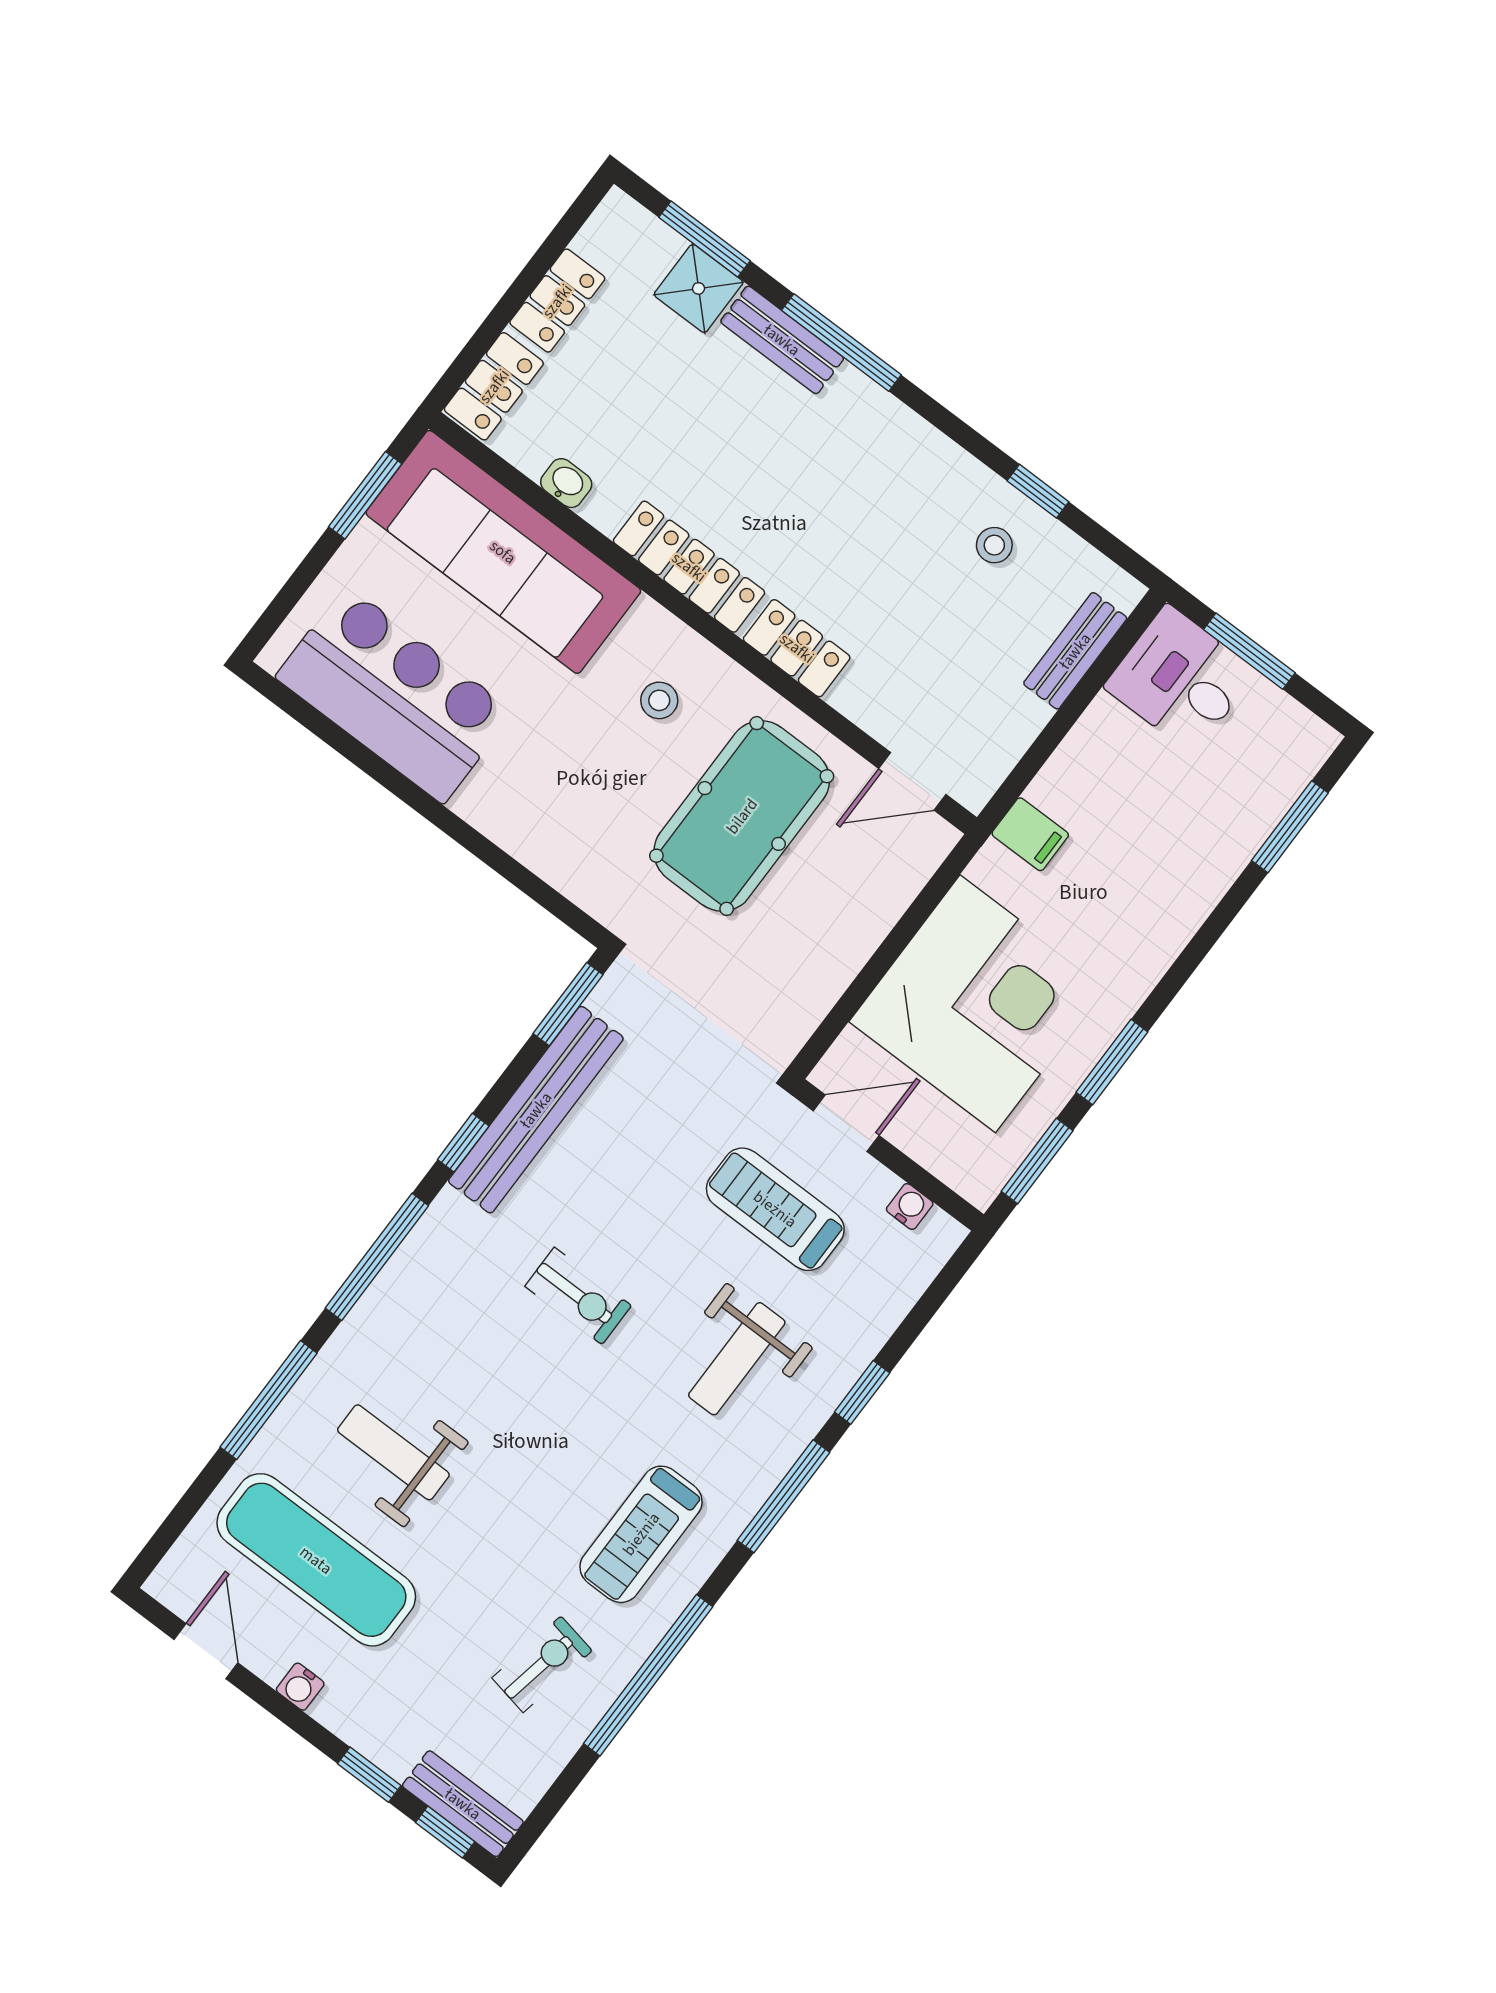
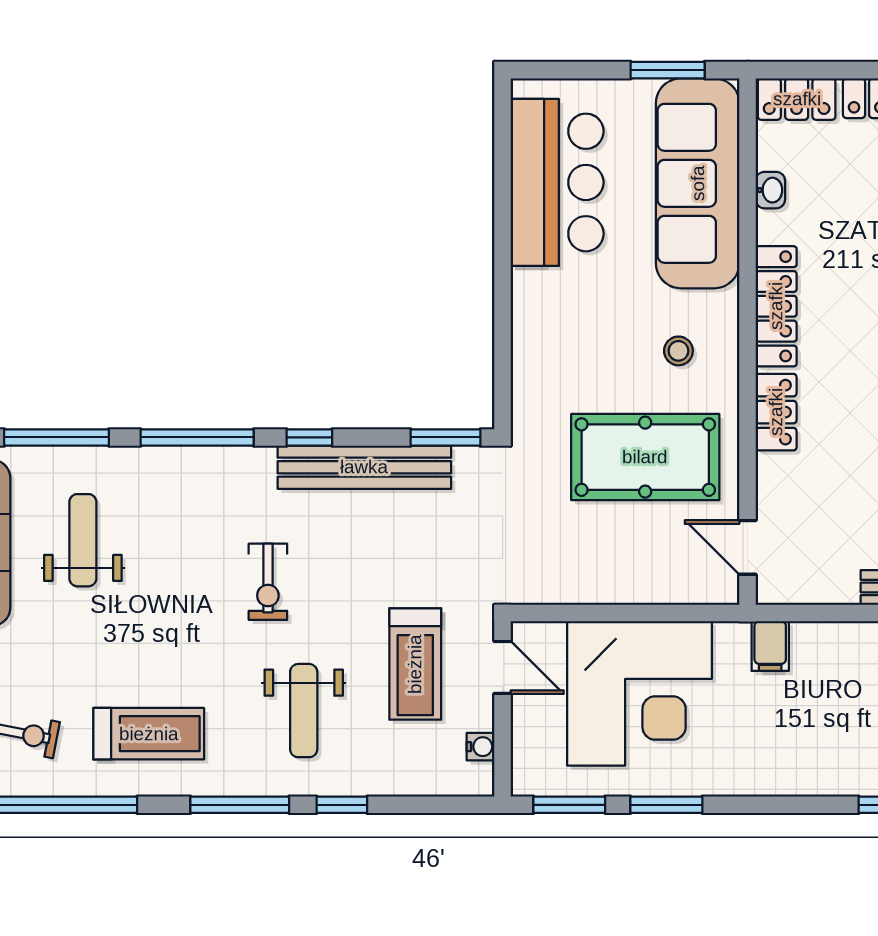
treadmill: (775, 1209) -> (415, 664), turned 180
weight bench: (737, 1359) -> (304, 711), turned -90
treadmill: (641, 1534) -> (149, 734), turned 180

